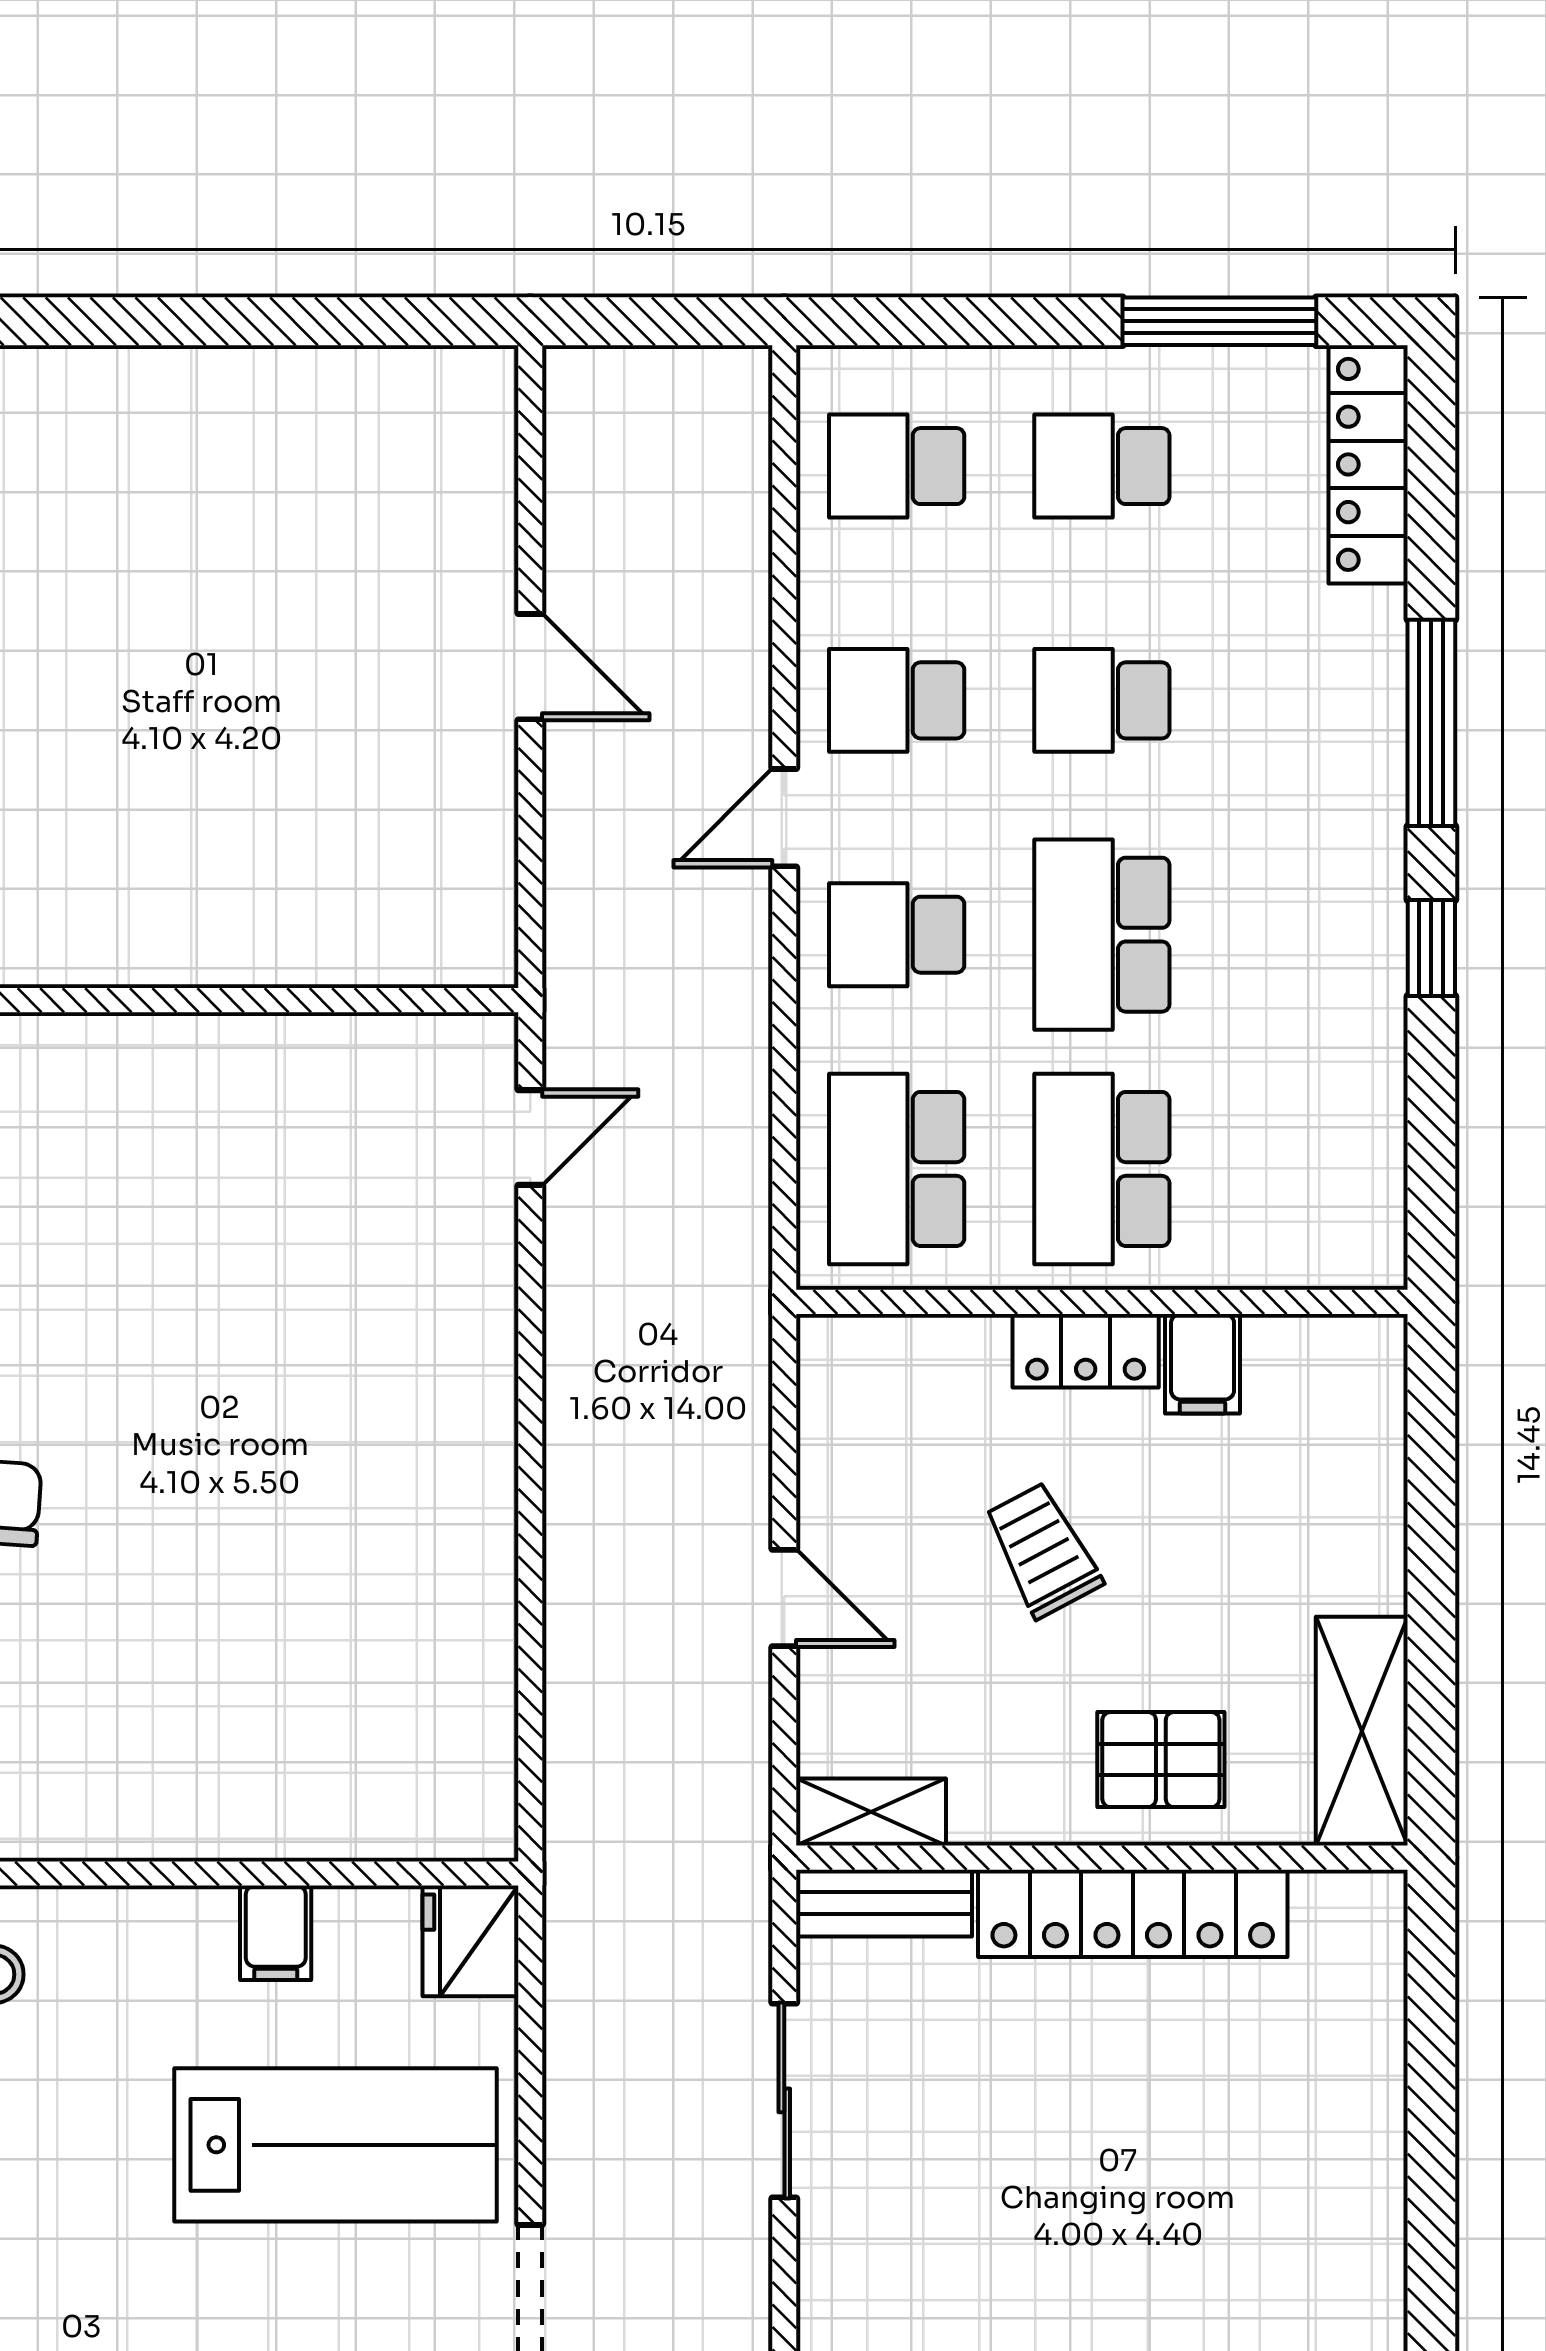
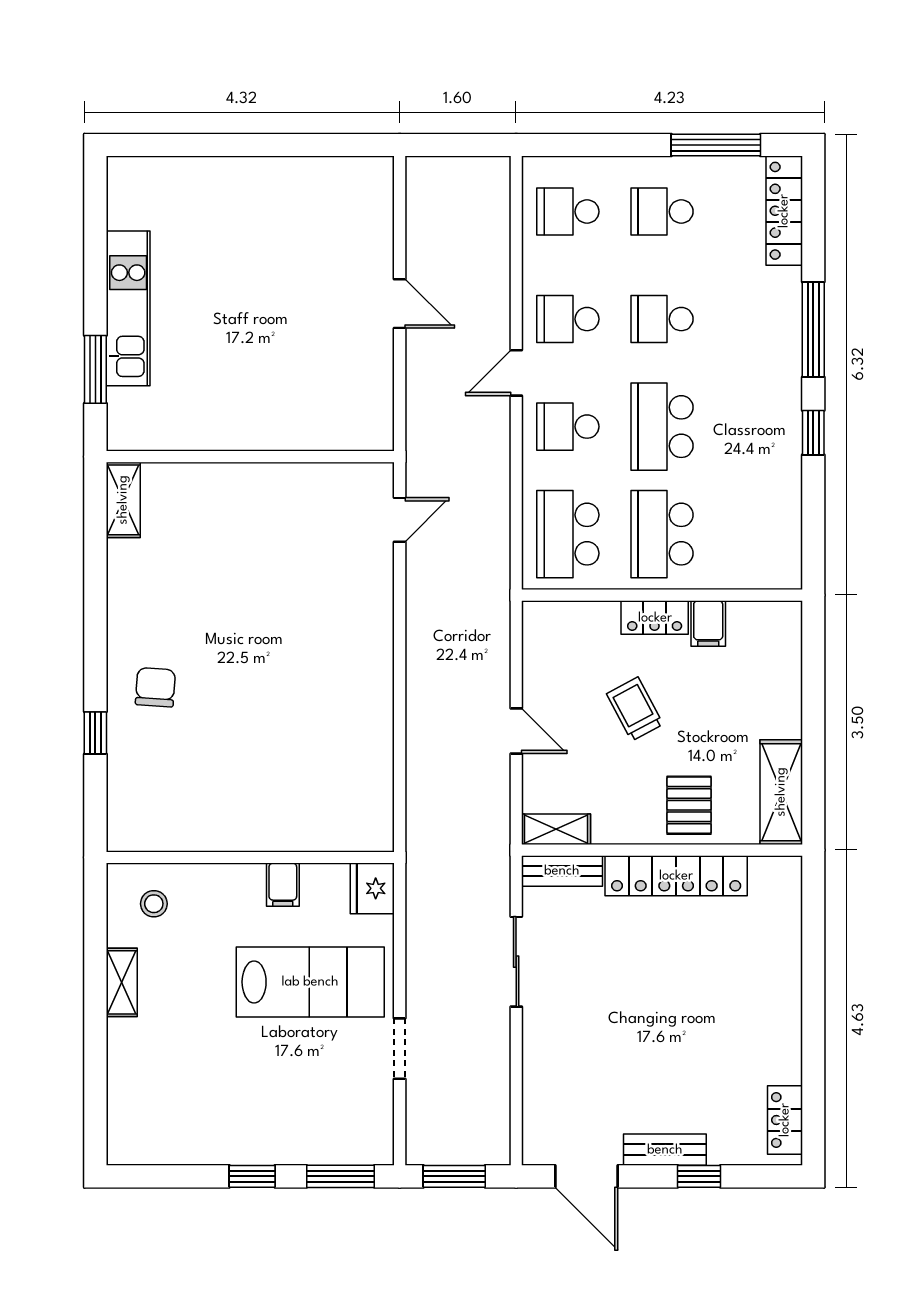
pallet: (1161, 1760) -> (689, 805), turned 90

